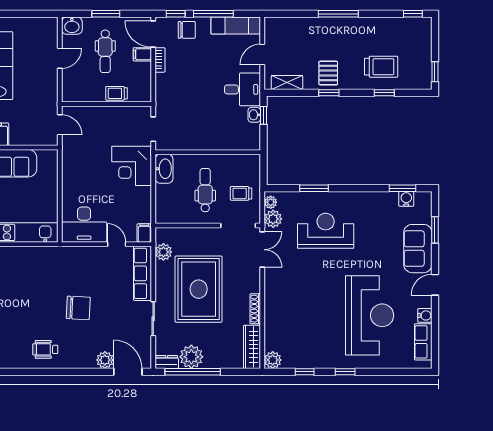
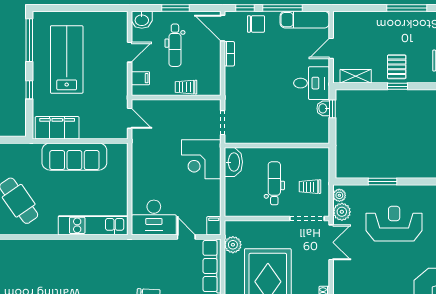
filing cabinet: (142, 54) -> (140, 78), moved, turned 180

